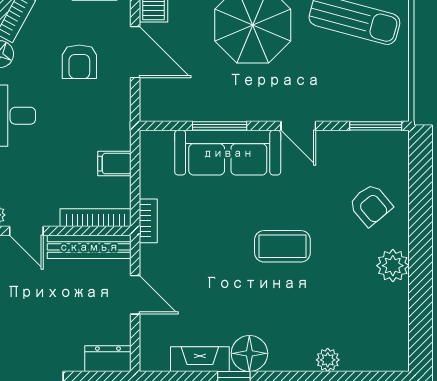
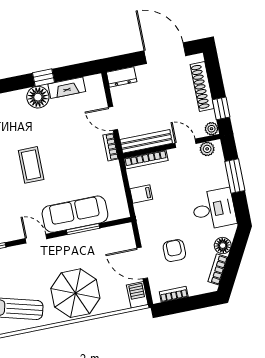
bookcase: (148, 221) -> (111, 147), moved
coffee table: (282, 246) -> (31, 165), turned 90

